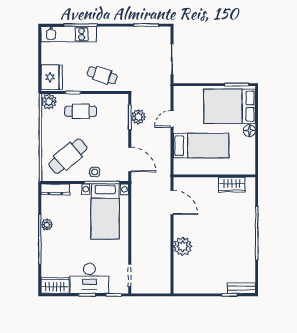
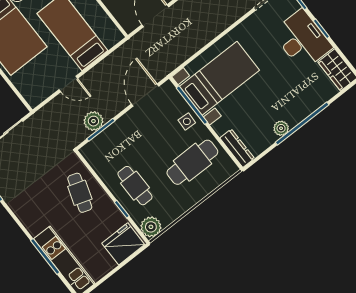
cafe table: (68, 156) -> (192, 162), turned -50

